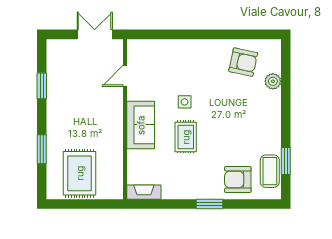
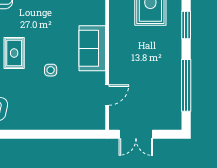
window: (42, 86) -> (186, 85), width x2.11
rug: (186, 137) -> (14, 53), moved

